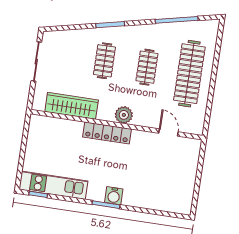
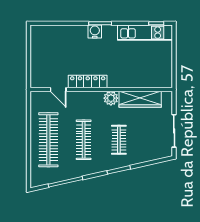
clothes rail: (147, 67) -> (84, 140), width x1.36
plant: (124, 115) -> (111, 98), moved
locker: (107, 133) -> (88, 82), moved

